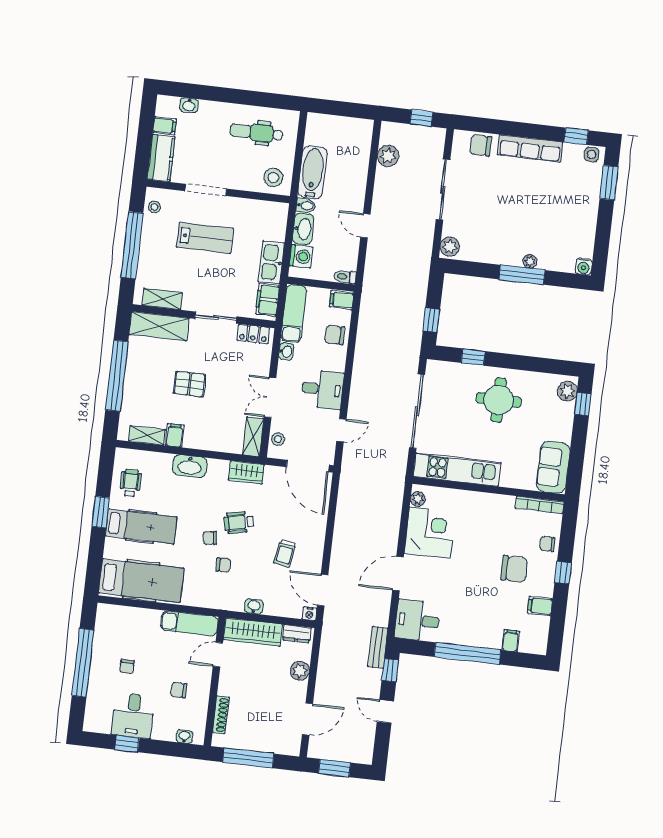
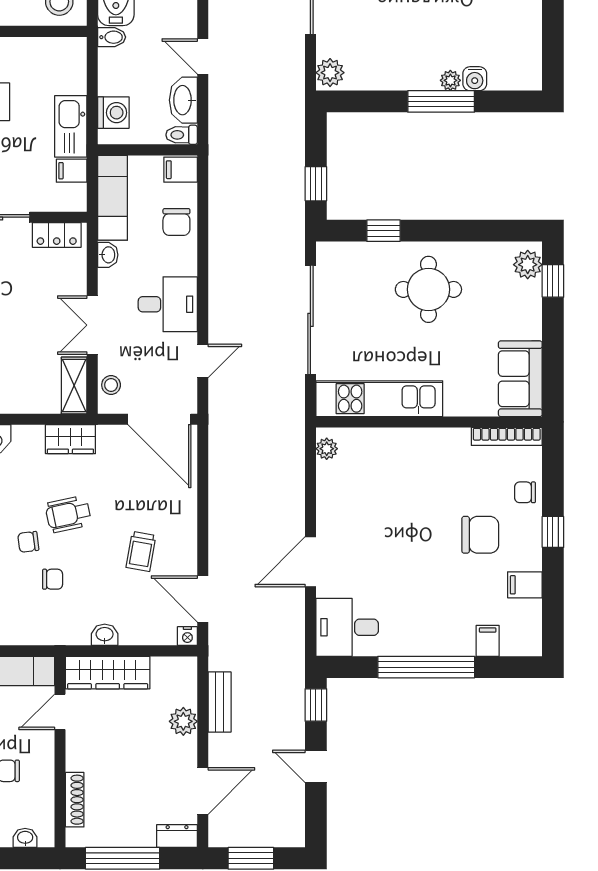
washbasin: (303, 229) -> (183, 100), moved, turned 180
water cooler: (584, 266) -> (475, 79), moved
filing cabinet: (267, 300) -> (72, 171), width x0.50
chair: (335, 335) -> (176, 222), turned -90
corner desk: (430, 533) -> (350, 496), removed
dresser: (297, 634) -> (177, 836), moved, turned 180
bench: (378, 647) -> (220, 702), moved

